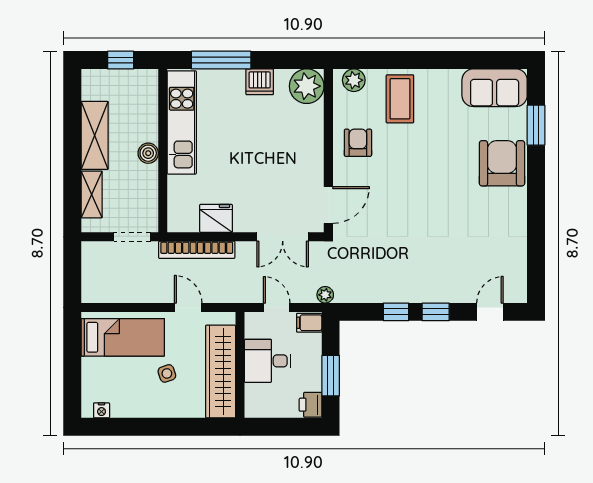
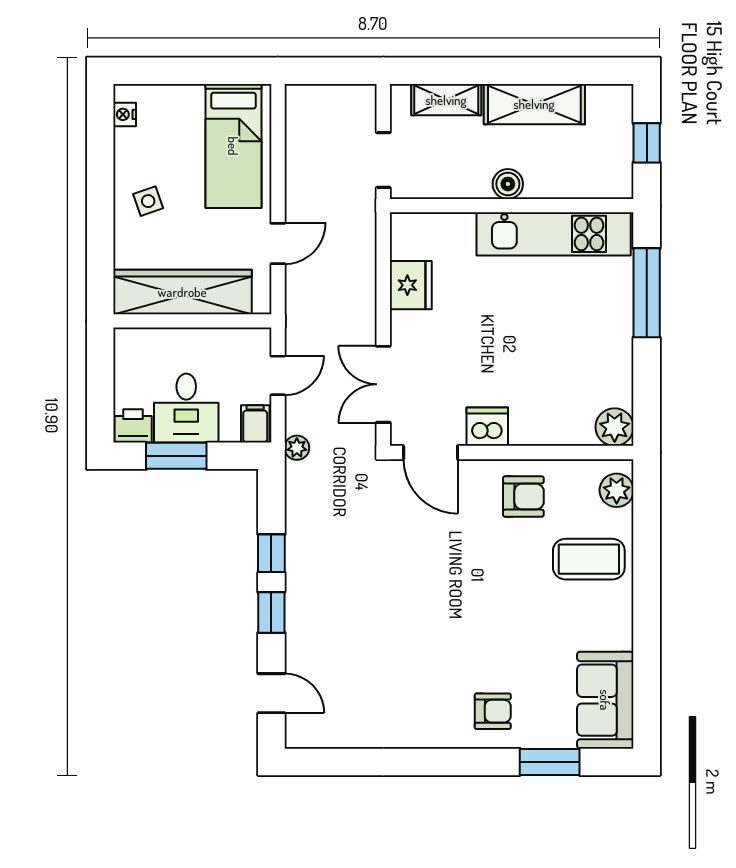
dishwasher: (260, 82) -> (487, 427), moved, turned 90
plant: (307, 86) -> (615, 427), width x0.73, depth x0.73
armchair: (502, 163) -> (493, 711), width x0.53, depth x0.53
bookcase: (197, 250) -> (364, 256), removed
desk: (268, 361) -> (186, 408), moved, turned 180
side table: (167, 373) -> (148, 201), moved

